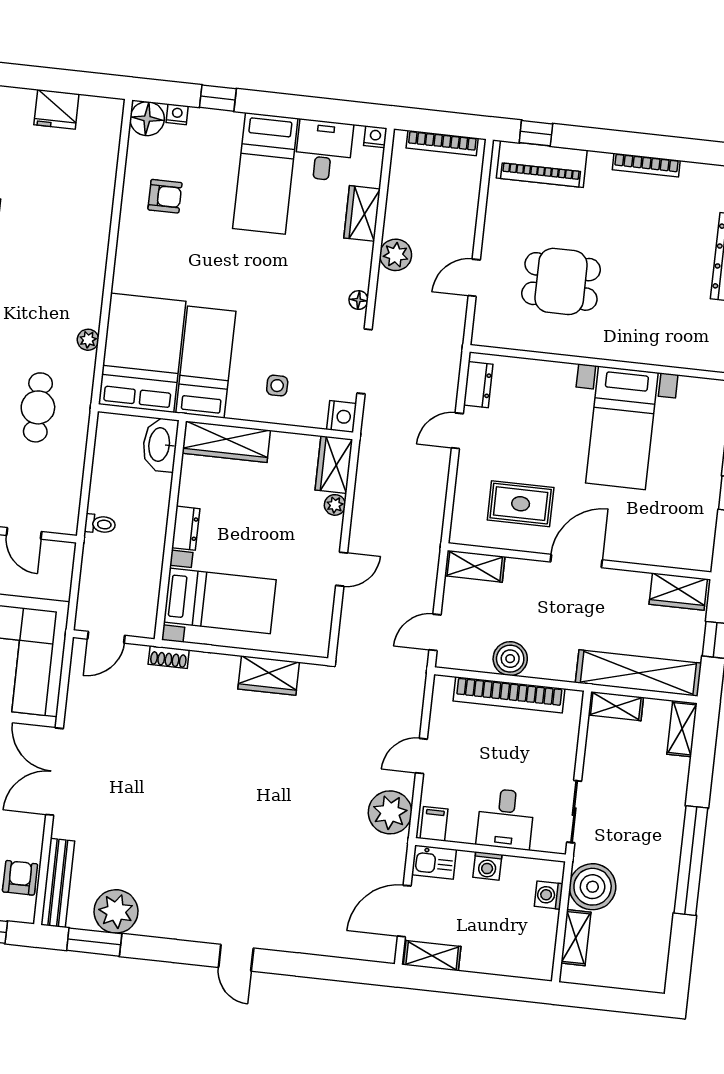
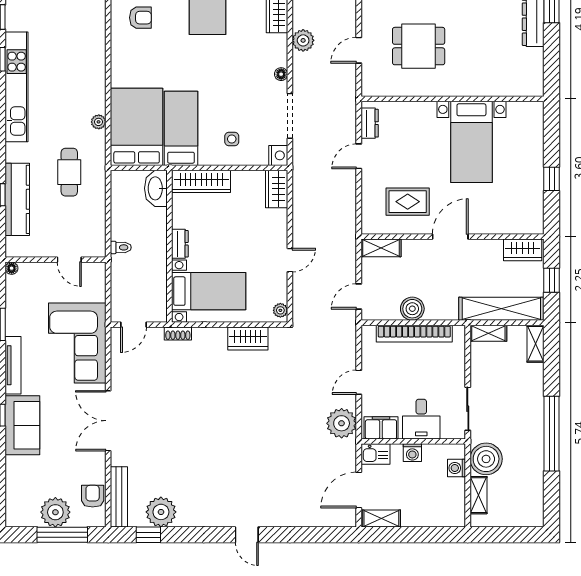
plant: (335, 505) -> (280, 310), moved
filing cabinet: (434, 824) -> (381, 428), width x2.00
window: (94, 942) -> (148, 535), width x0.67

